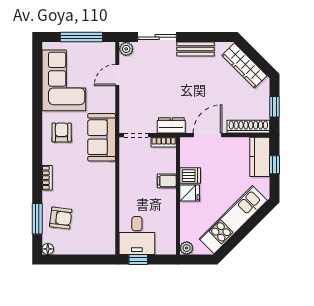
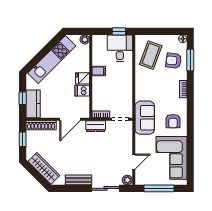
filing cabinet: (167, 181) -> (99, 71), moved
coffee table: (93, 226) -> (151, 55), added

